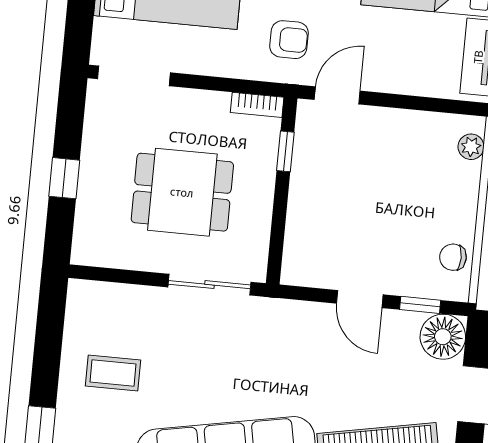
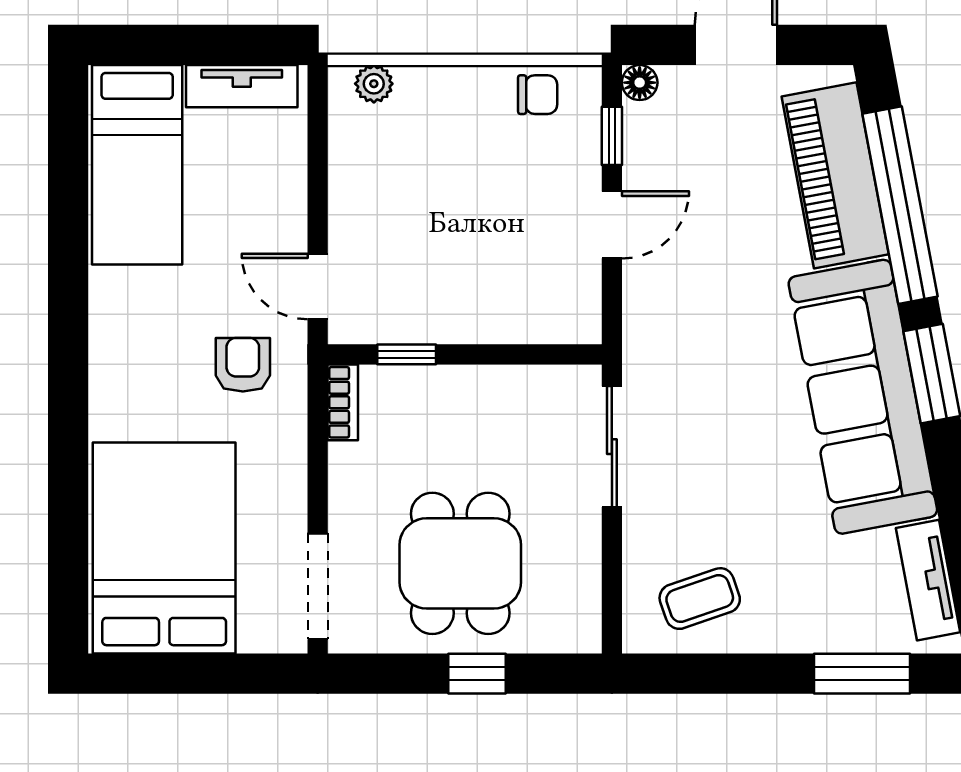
dining table: (182, 192) -> (460, 563), moved
chair: (453, 257) -> (538, 95), turned -90
floor lamp: (443, 337) -> (640, 83), width x0.53, depth x0.53
coffee table: (113, 373) -> (700, 599), moved, turned 71

